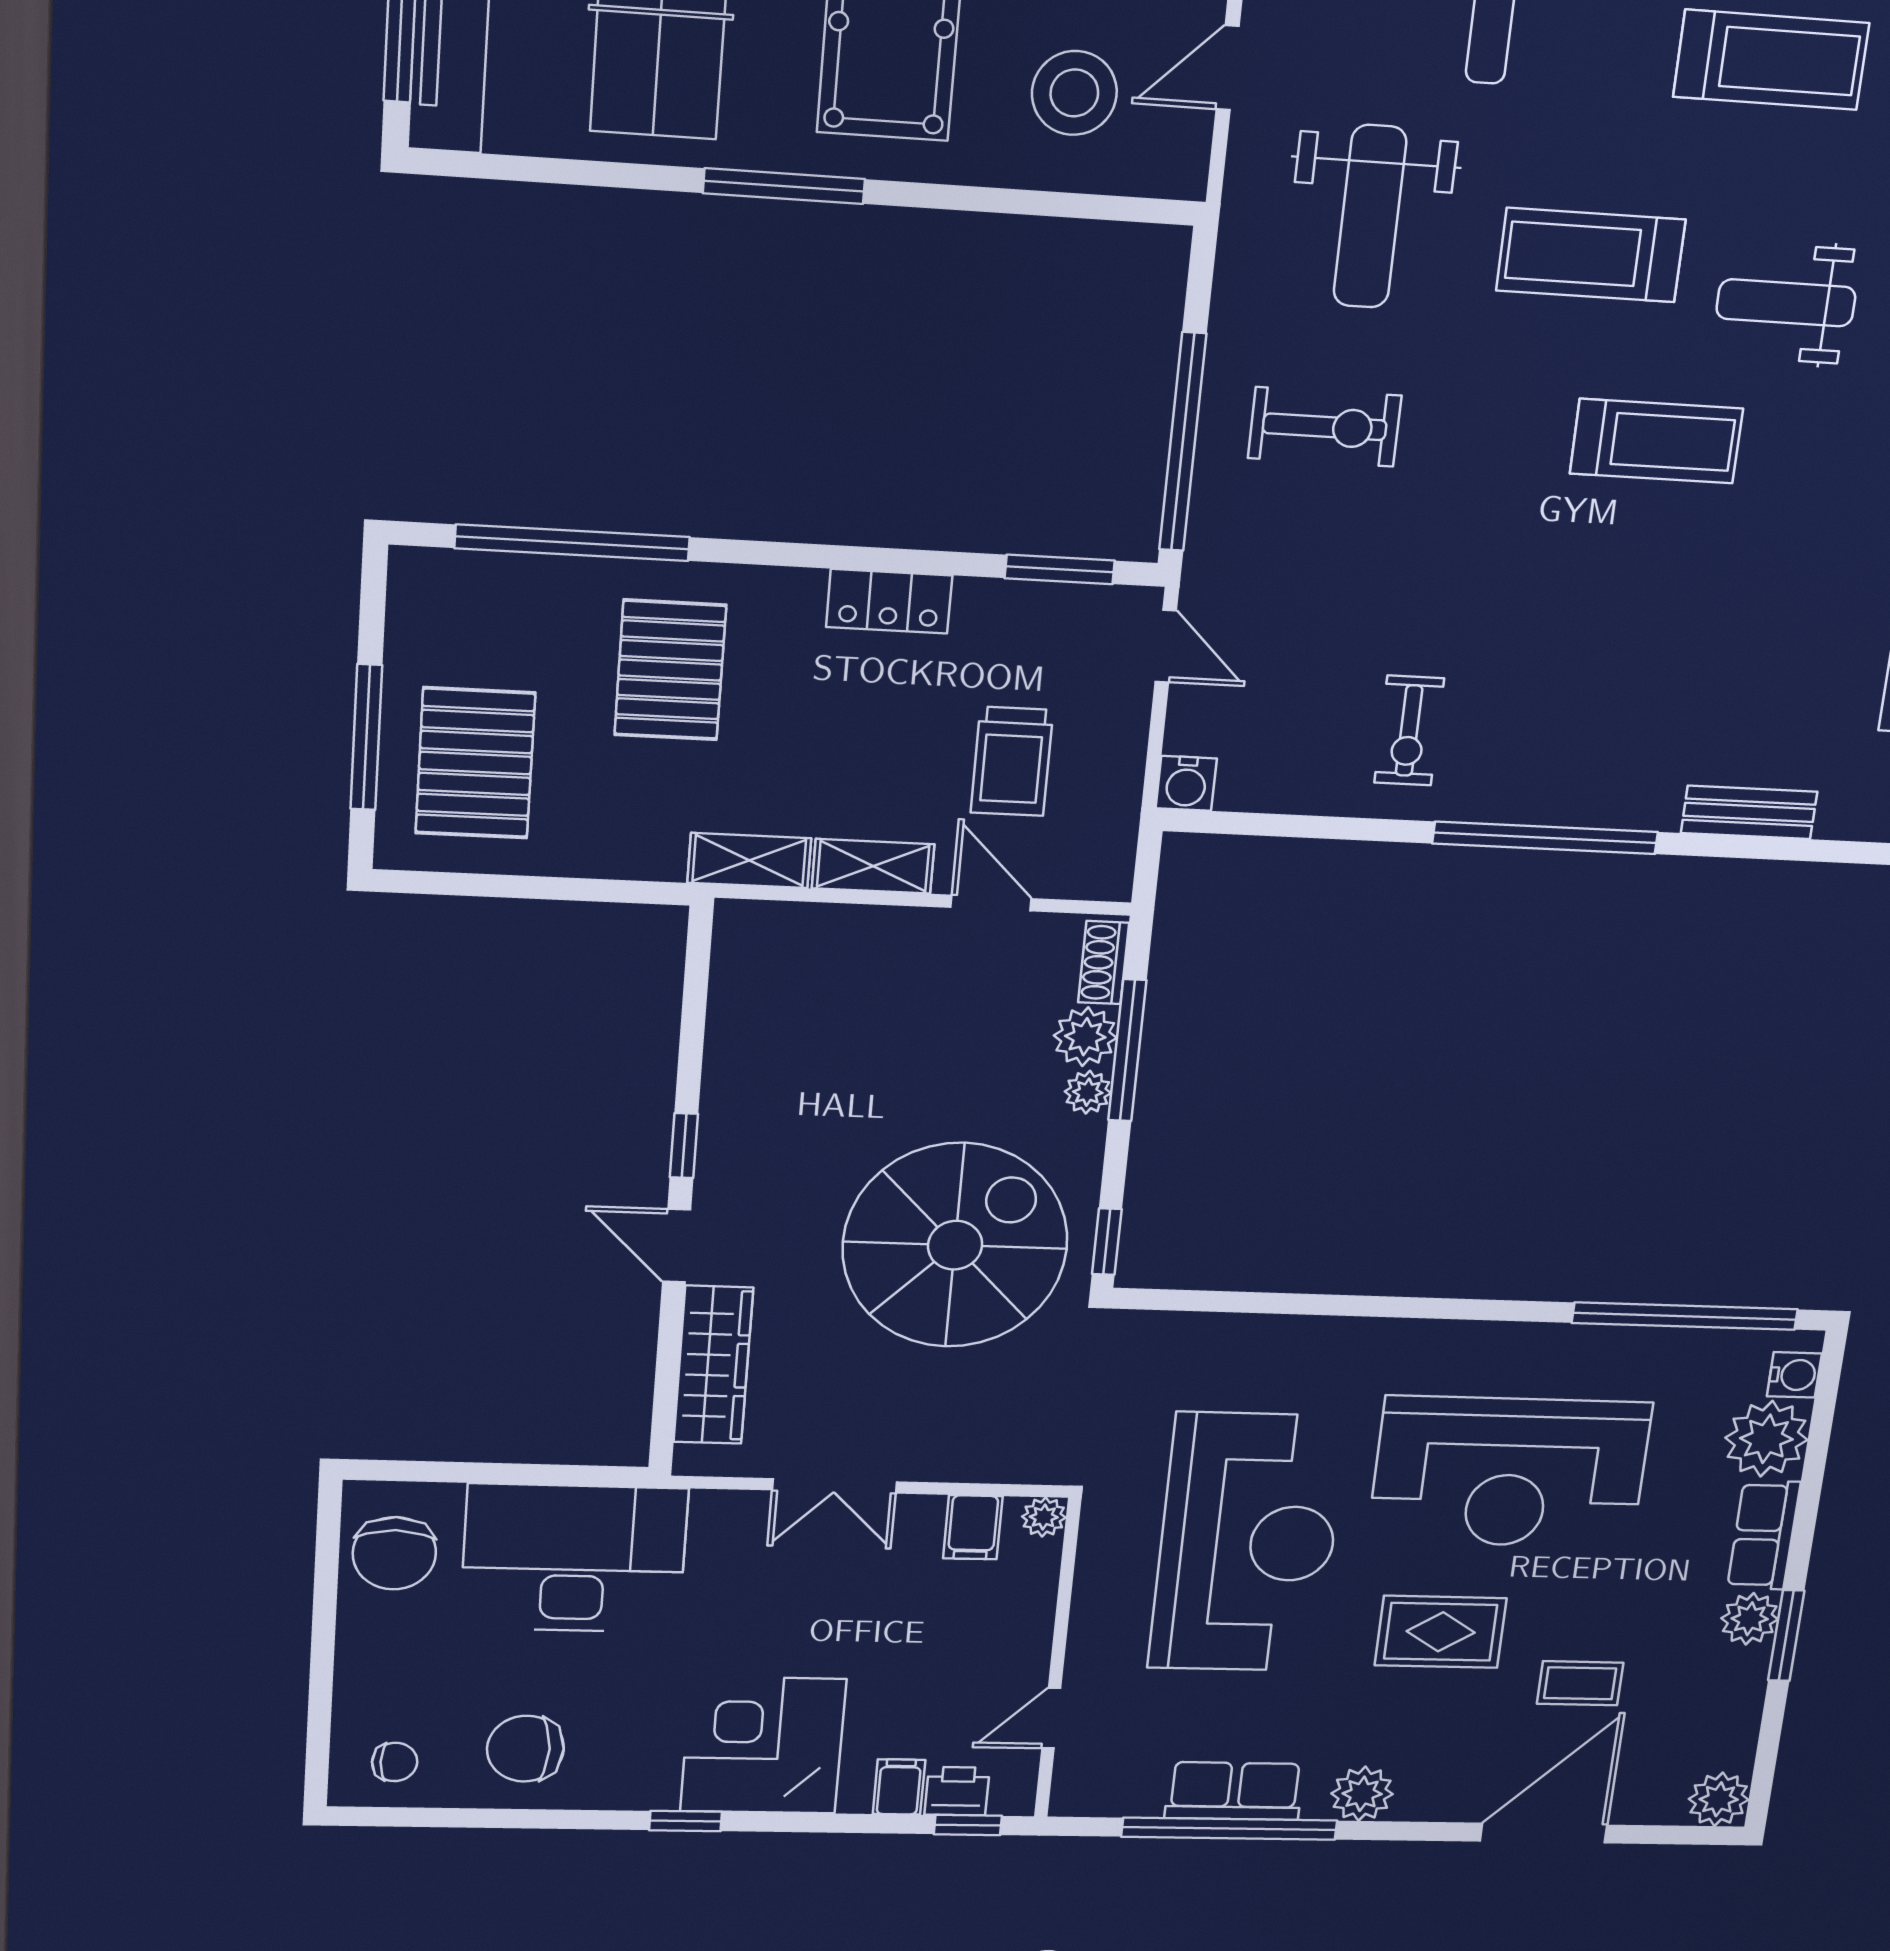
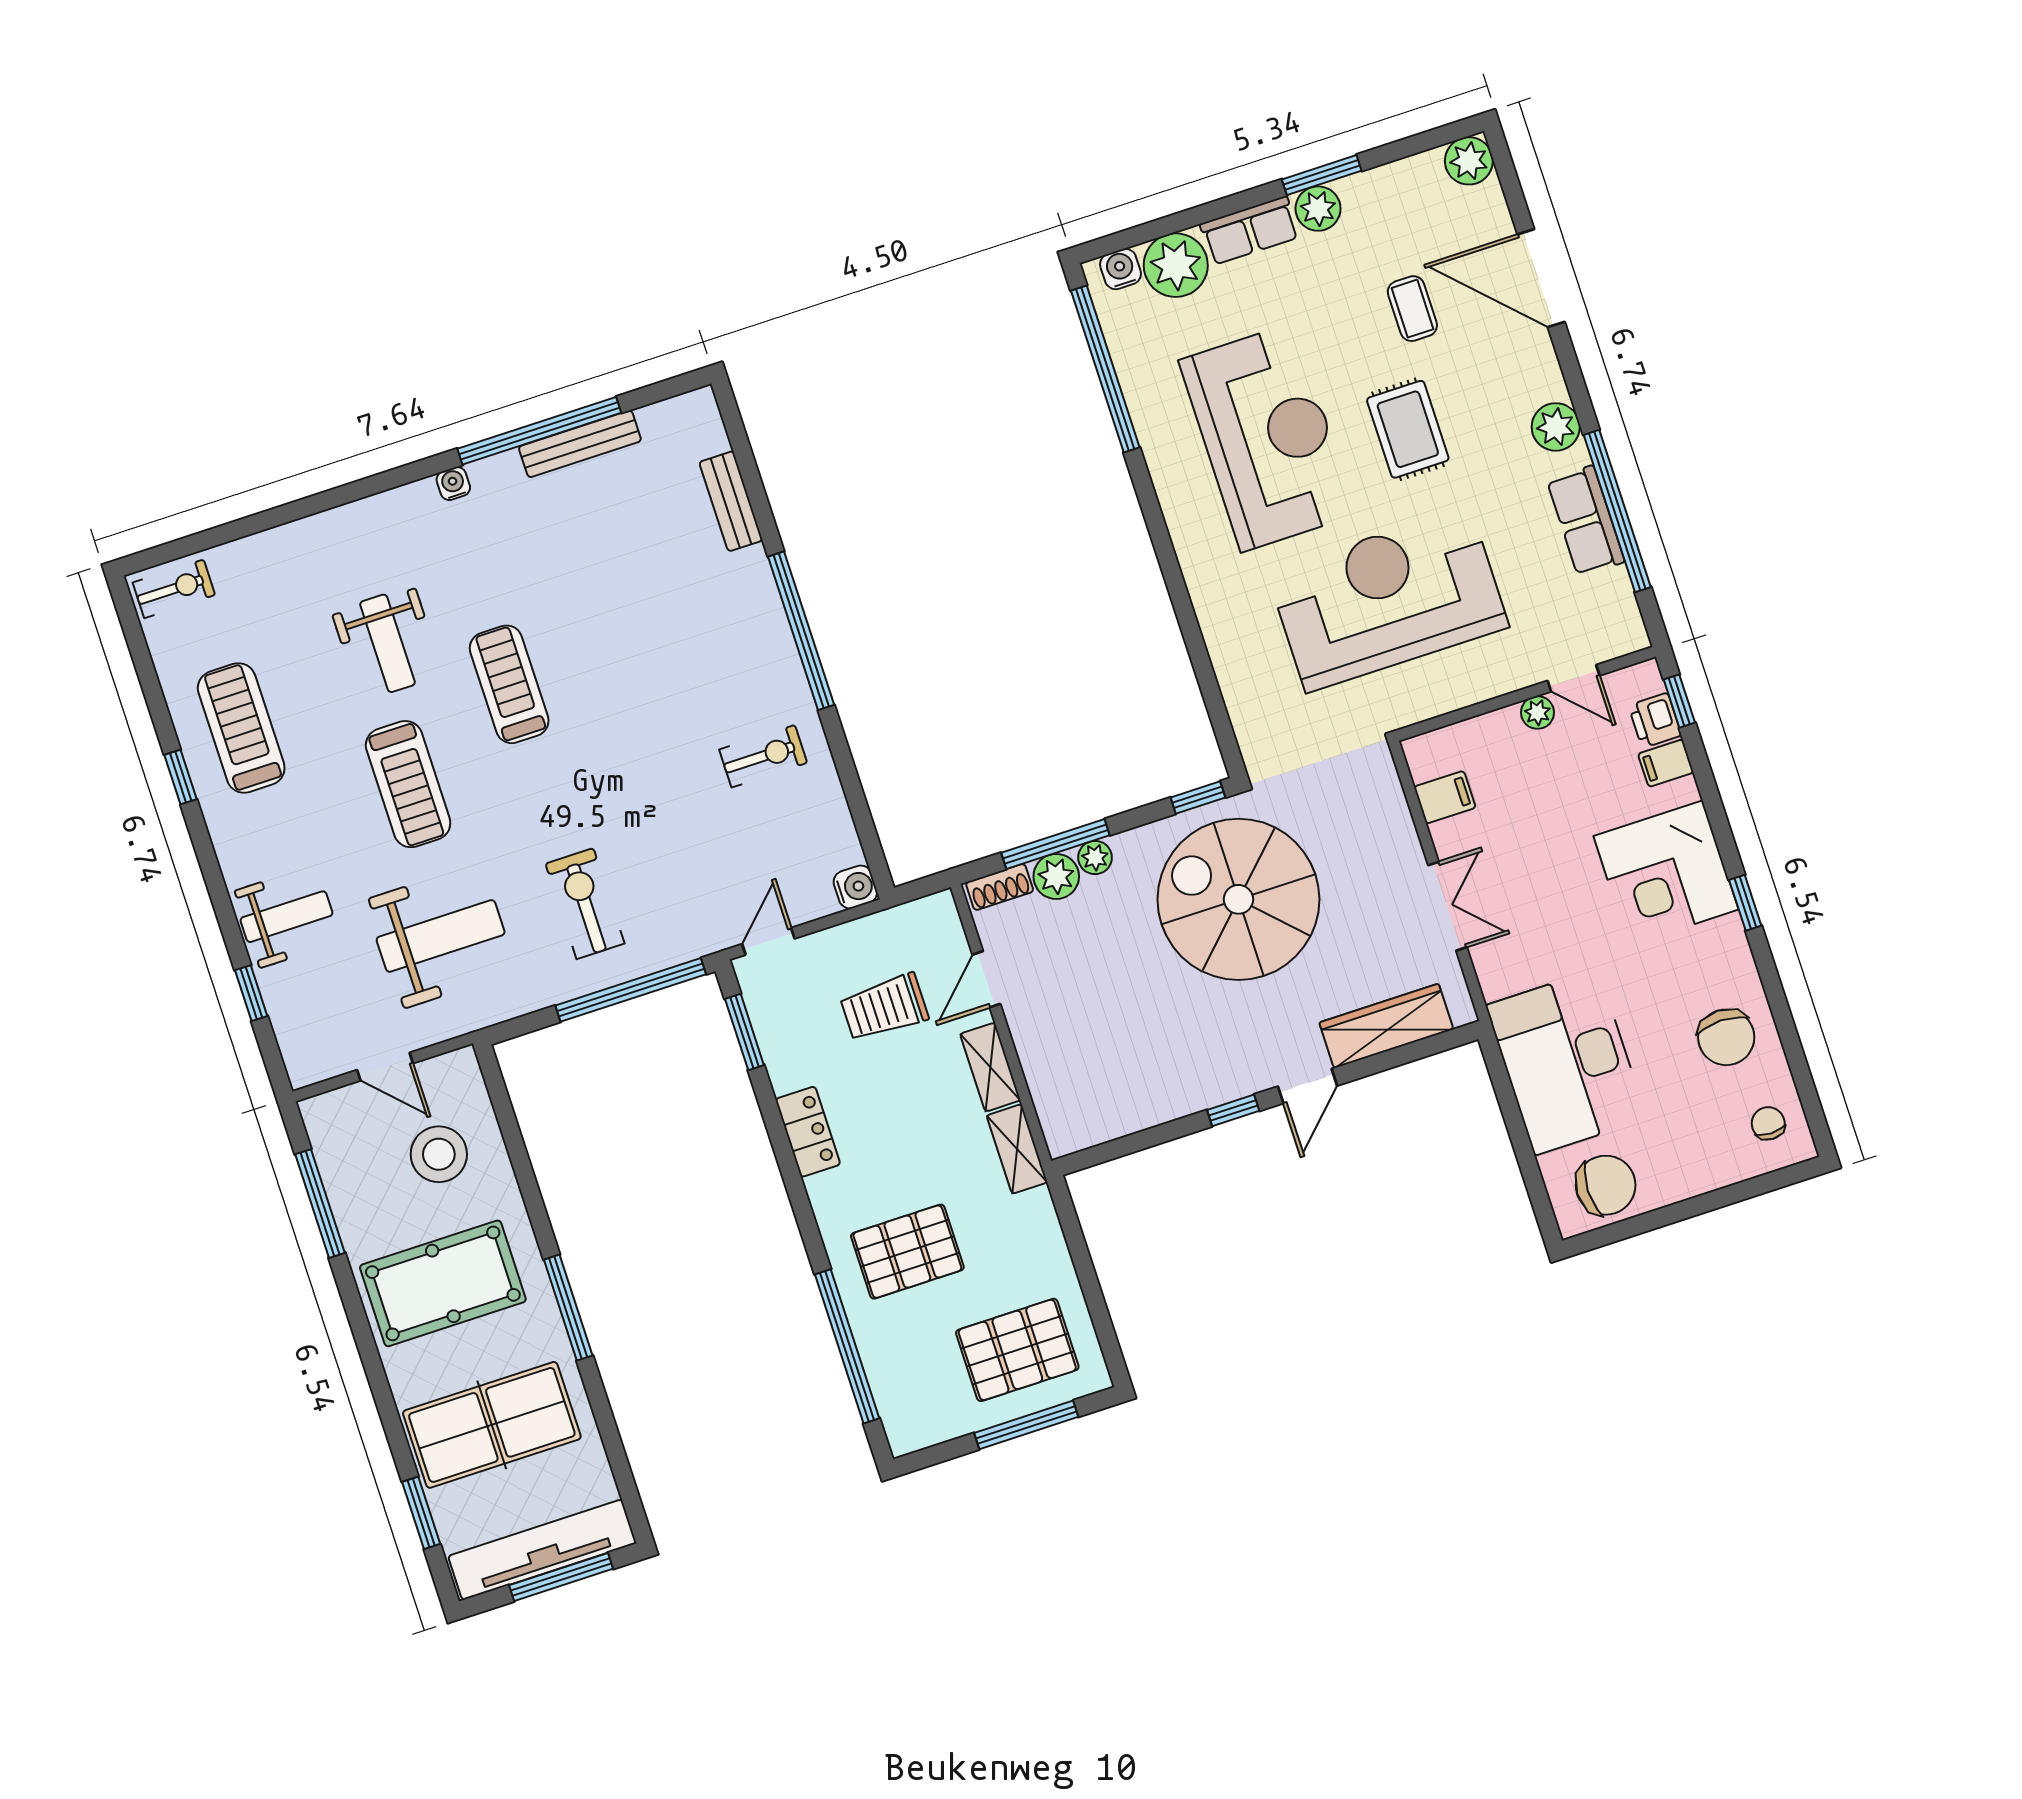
trolley: (1012, 761) -> (884, 1007), turned 180
plant: (1044, 1517) -> (1538, 713), moved

